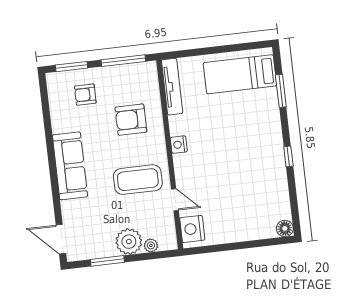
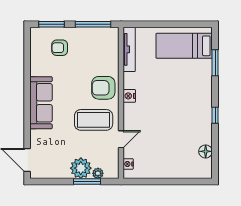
armchair: (131, 120) -> (103, 88), moved
door: (175, 200) -> (121, 139), hinge flipped
floor lamp: (285, 228) -> (206, 151), moved
nightstand: (192, 229) -> (128, 164), width x0.53, depth x0.56
window: (107, 261) -> (87, 182), moved

